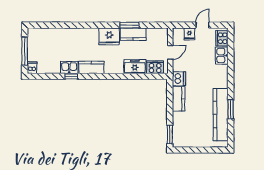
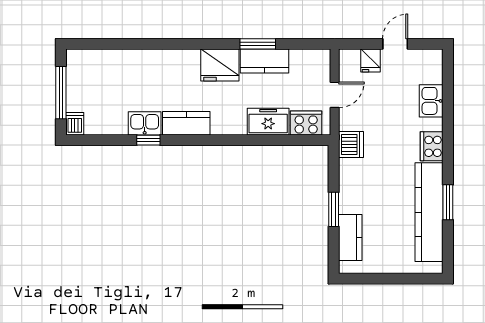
cooker: (222, 38) -> (432, 146), moved
kitchen counter: (179, 99) -> (350, 238), moved
window: (170, 135) -> (334, 209), moved

